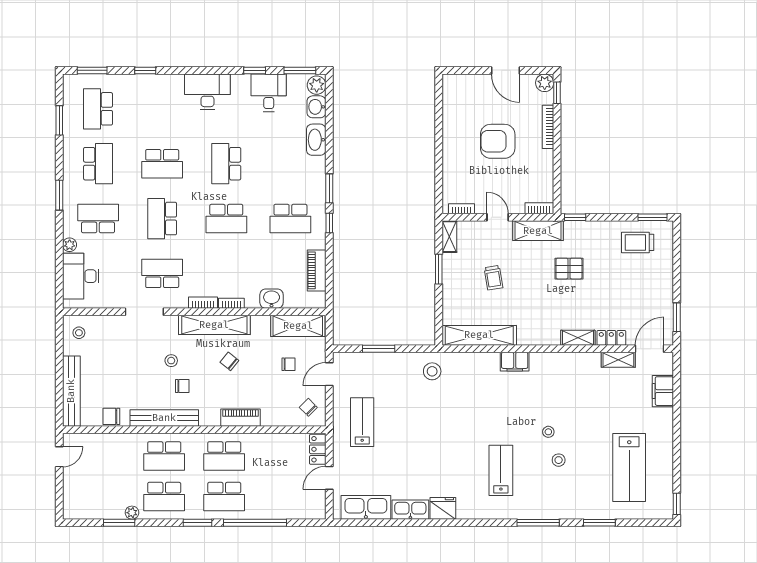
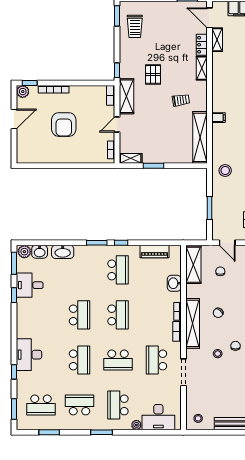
desk: (207, 92) -> (29, 355), moved
school desk: (226, 164) -> (79, 315), turned -90
trolley: (493, 278) -> (181, 100), moved
filing cabinet: (515, 362) -> (218, 118), width x0.50

